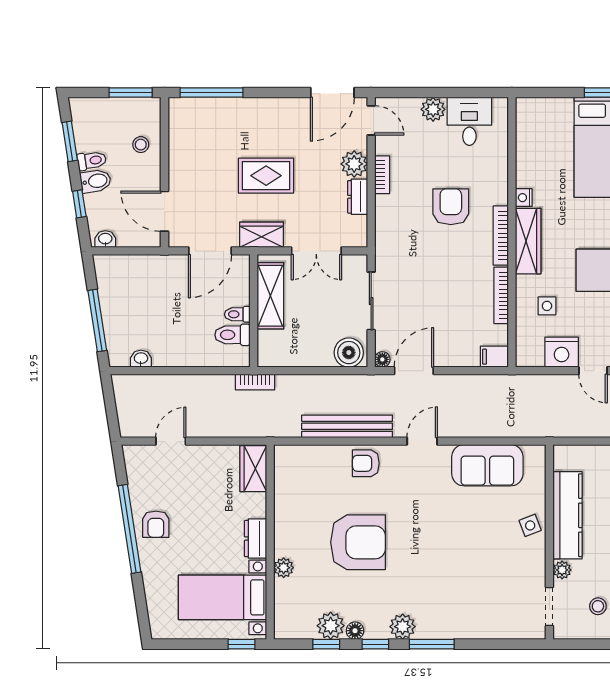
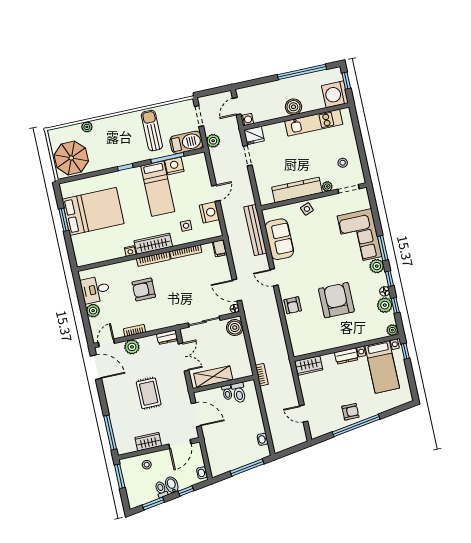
dresser: (358, 197) -> (167, 337), moved
wardrobe: (262, 235) -> (148, 442), moved, turned 90
bench: (347, 426) -> (255, 230), moved
plant: (284, 568) -> (392, 330), moved
corner sofa: (462, 608) -> (360, 236), added

